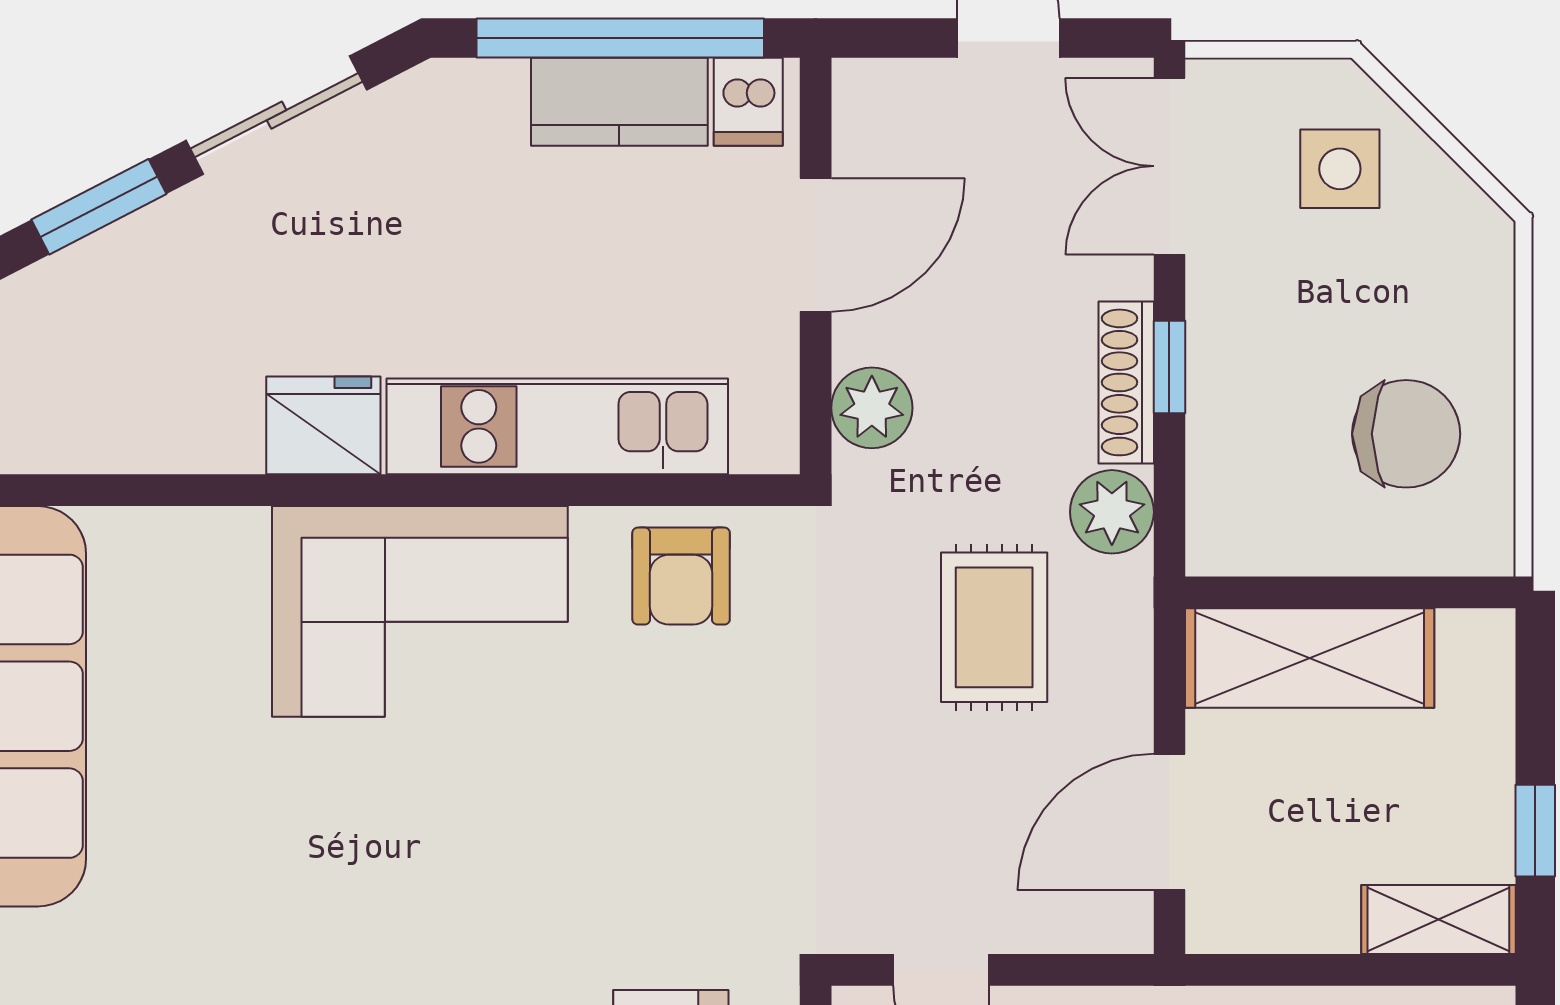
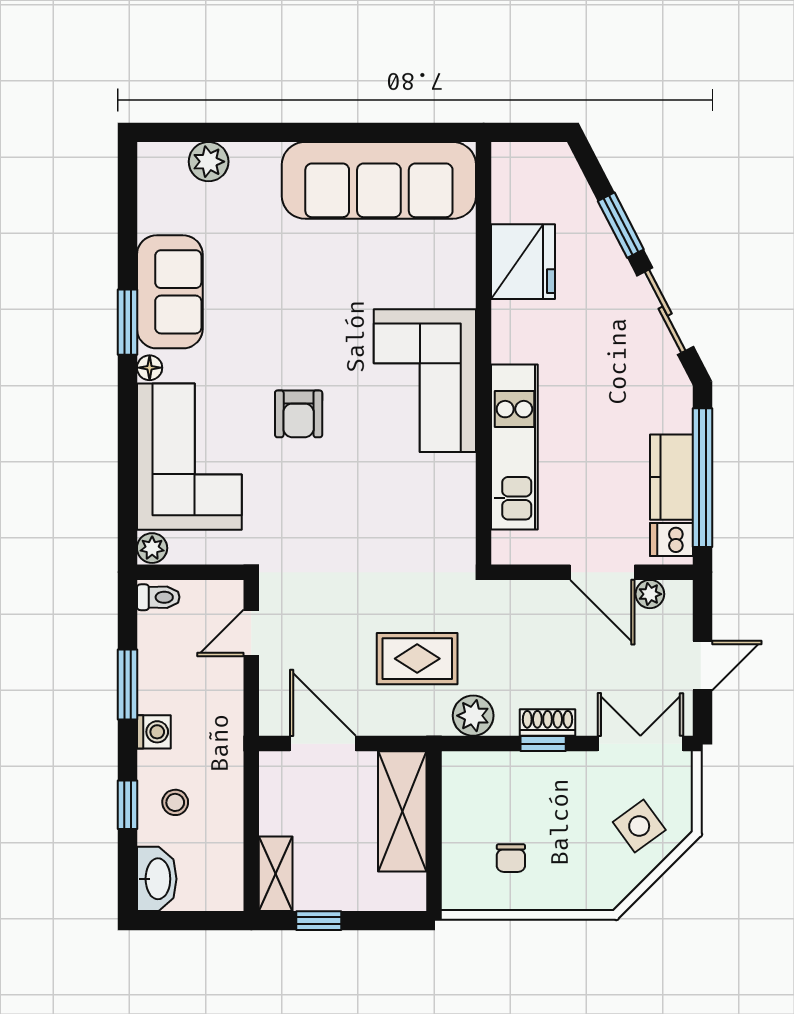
side table: (1340, 169) -> (639, 826), turned -36
shoe rack: (1126, 382) -> (548, 723), width x0.70
plant: (872, 408) -> (650, 594), moved, width x0.73, depth x0.73
fridge: (323, 425) -> (523, 262), moved, width x1.36, depth x1.34
chair: (1406, 434) -> (511, 858), width x0.54, depth x0.54
armchair: (681, 576) -> (299, 414), moved, turned -90

